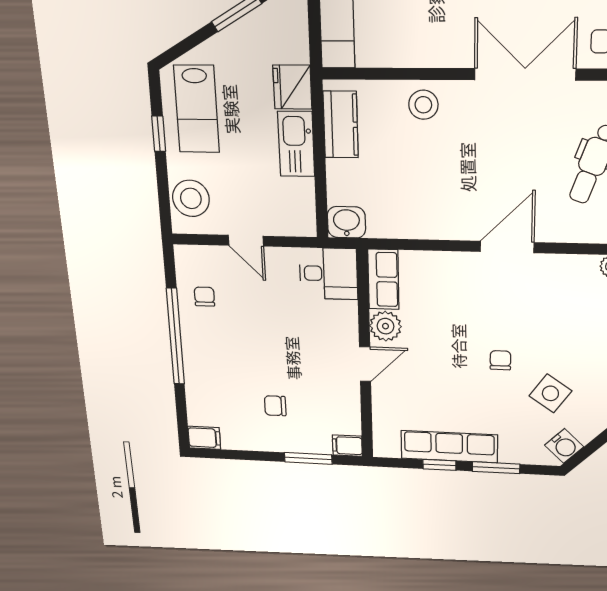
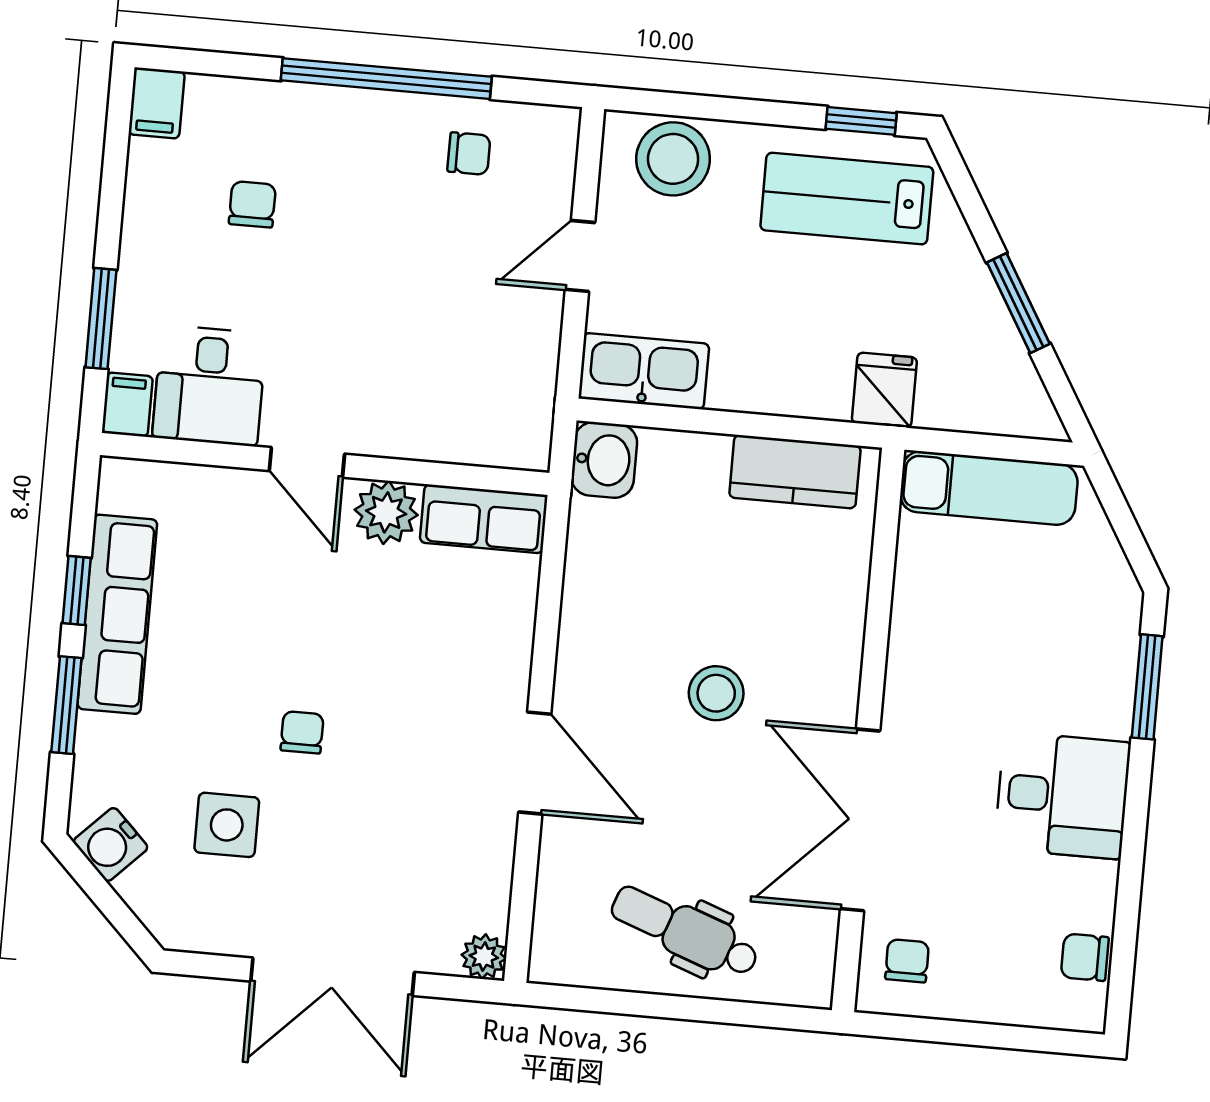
double door: (525, 74) -> (860, 820), swing flipped
fridge: (292, 87) -> (884, 390), width x0.72
stool: (423, 105) -> (716, 693), moved
window: (159, 134) -> (861, 121), moved
kitchen sink: (296, 144) -> (644, 371), moved
desk: (328, 274) -> (209, 386), moved
chair: (500, 360) -> (302, 732), turned -90
side table: (550, 393) -> (227, 825), turned -35
chair: (275, 406) -> (252, 204), moved

